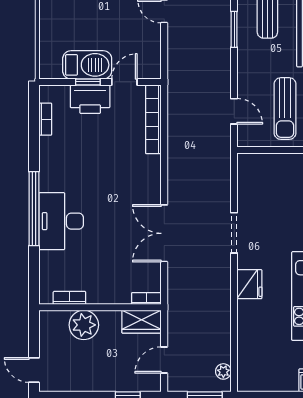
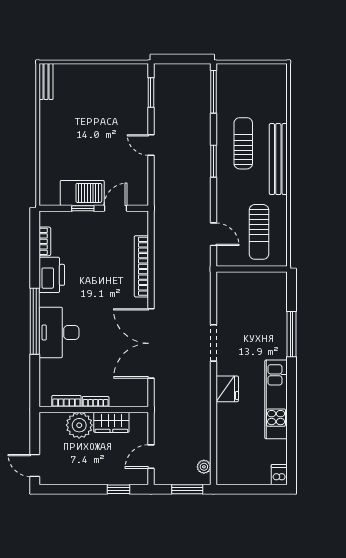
printer: (90, 99) -> (52, 275), moved, turned -90
bookcase: (153, 119) -> (141, 266), moved
double door: (164, 233) -> (151, 343), width x1.36
bookcase: (146, 298) -> (96, 402), moved
wardrobe: (141, 322) -> (111, 422), moved

